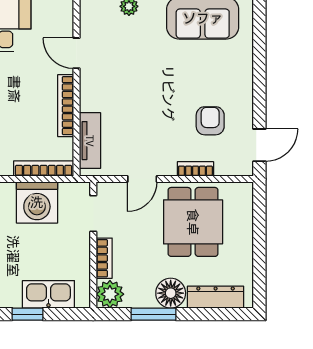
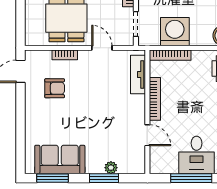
armchair: (210, 121) -> (55, 88), turned -90
door: (142, 179) -> (102, 48), hinge flipped

